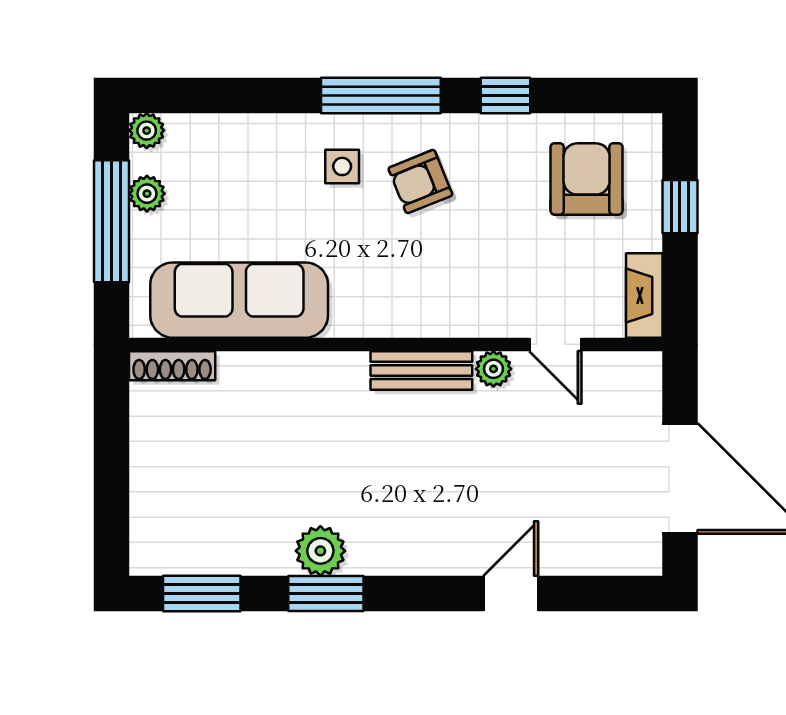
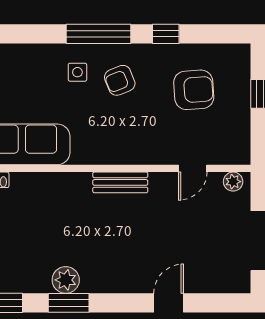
armchair: (587, 179) -> (194, 90), moved, turned 86
fireplace: (644, 295) -> (241, 142), removed
door: (555, 344) -> (193, 168), hinge flipped
plant: (493, 369) -> (233, 182), moved

